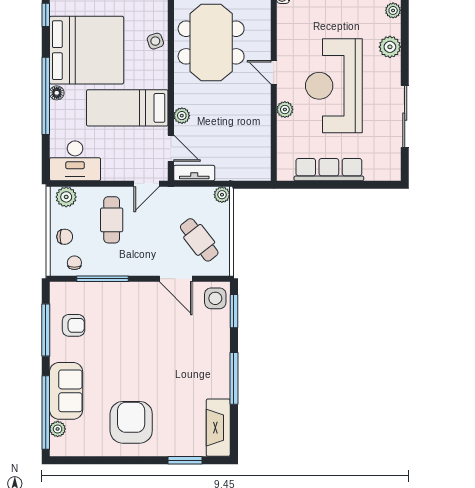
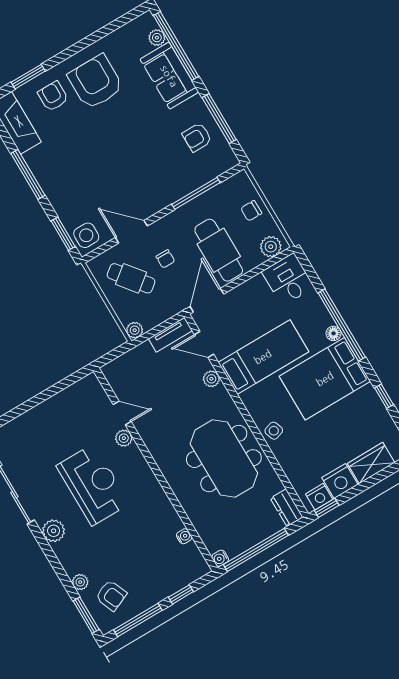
plant: (390, 47) -> (54, 531), moved
bed: (87, 50) -> (325, 379), width x0.73
door: (274, 72) -> (122, 413), moved
reception desk: (334, 86) -> (93, 485), width x0.74, depth x0.77
desk: (75, 161) -> (288, 279), width x0.73
row of seats: (329, 170) -> (53, 408), removed
door: (146, 184) -> (207, 300), width x1.38
cafe table: (112, 220) -> (219, 250), width x1.37, depth x1.35
chair: (74, 263) -> (165, 259), moved
armchair: (131, 422) -> (96, 82), turned 180
armchair: (174, 431) -> (53, 96), added

